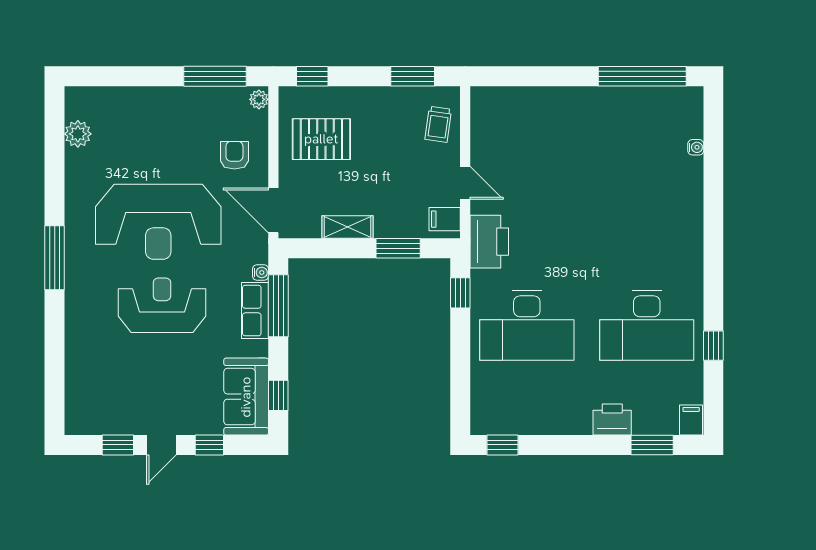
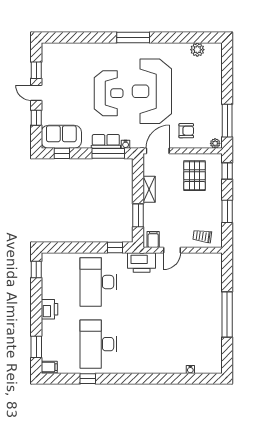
window: (413, 76) -> (227, 211), moved
window: (642, 76) -> (227, 314), moved
printer: (612, 419) -> (49, 309), moved

